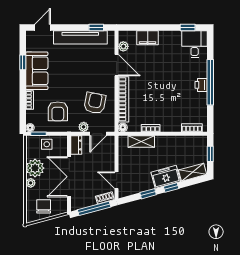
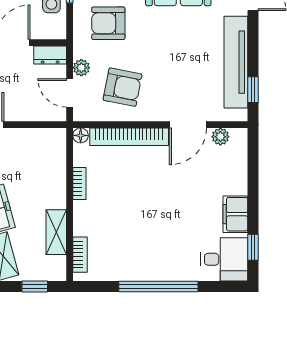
filing cabinet: (148, 38) -> (235, 214), moved
printer: (201, 85) -> (154, 271), removed
shelving: (141, 141) -> (56, 232), moved

